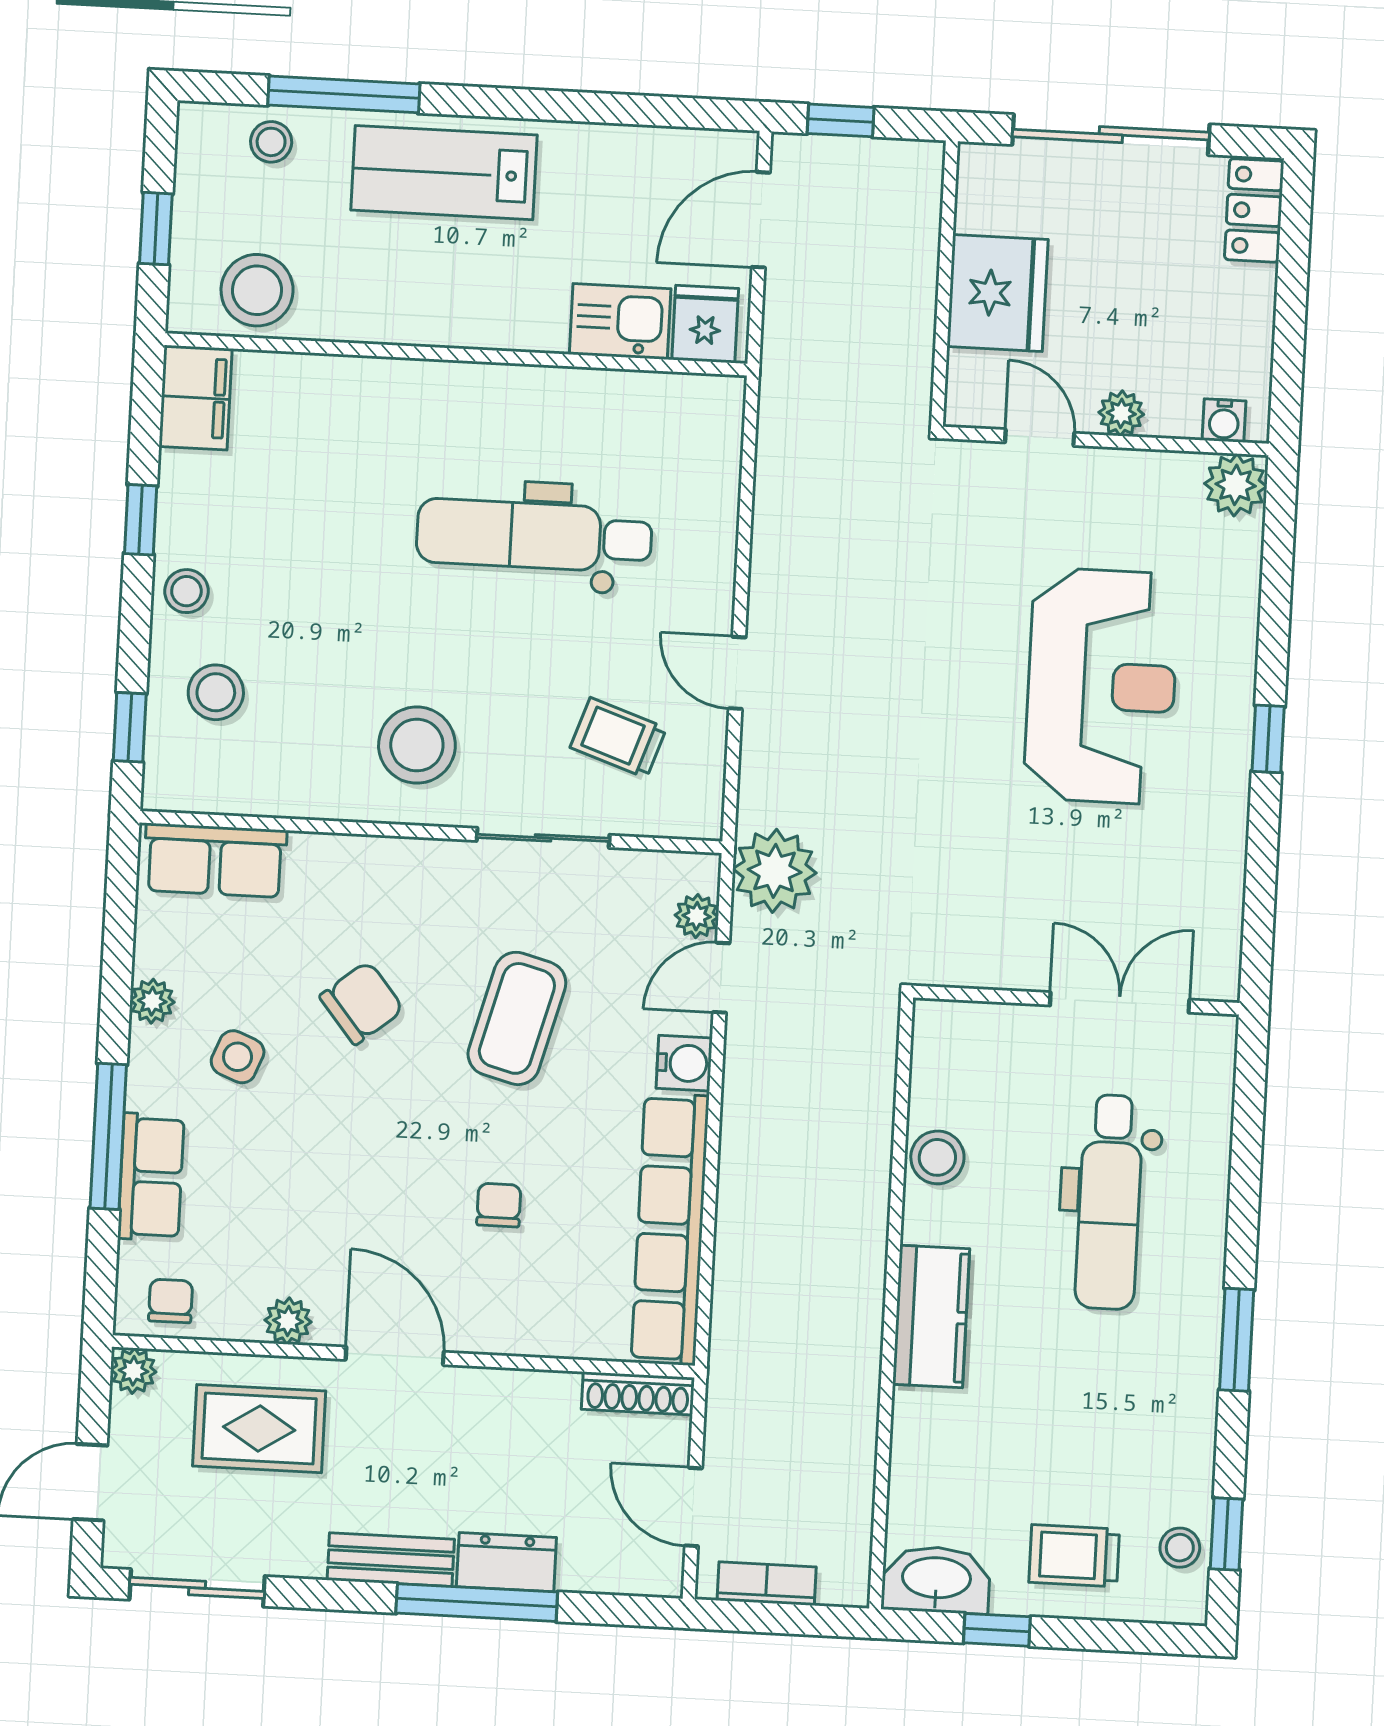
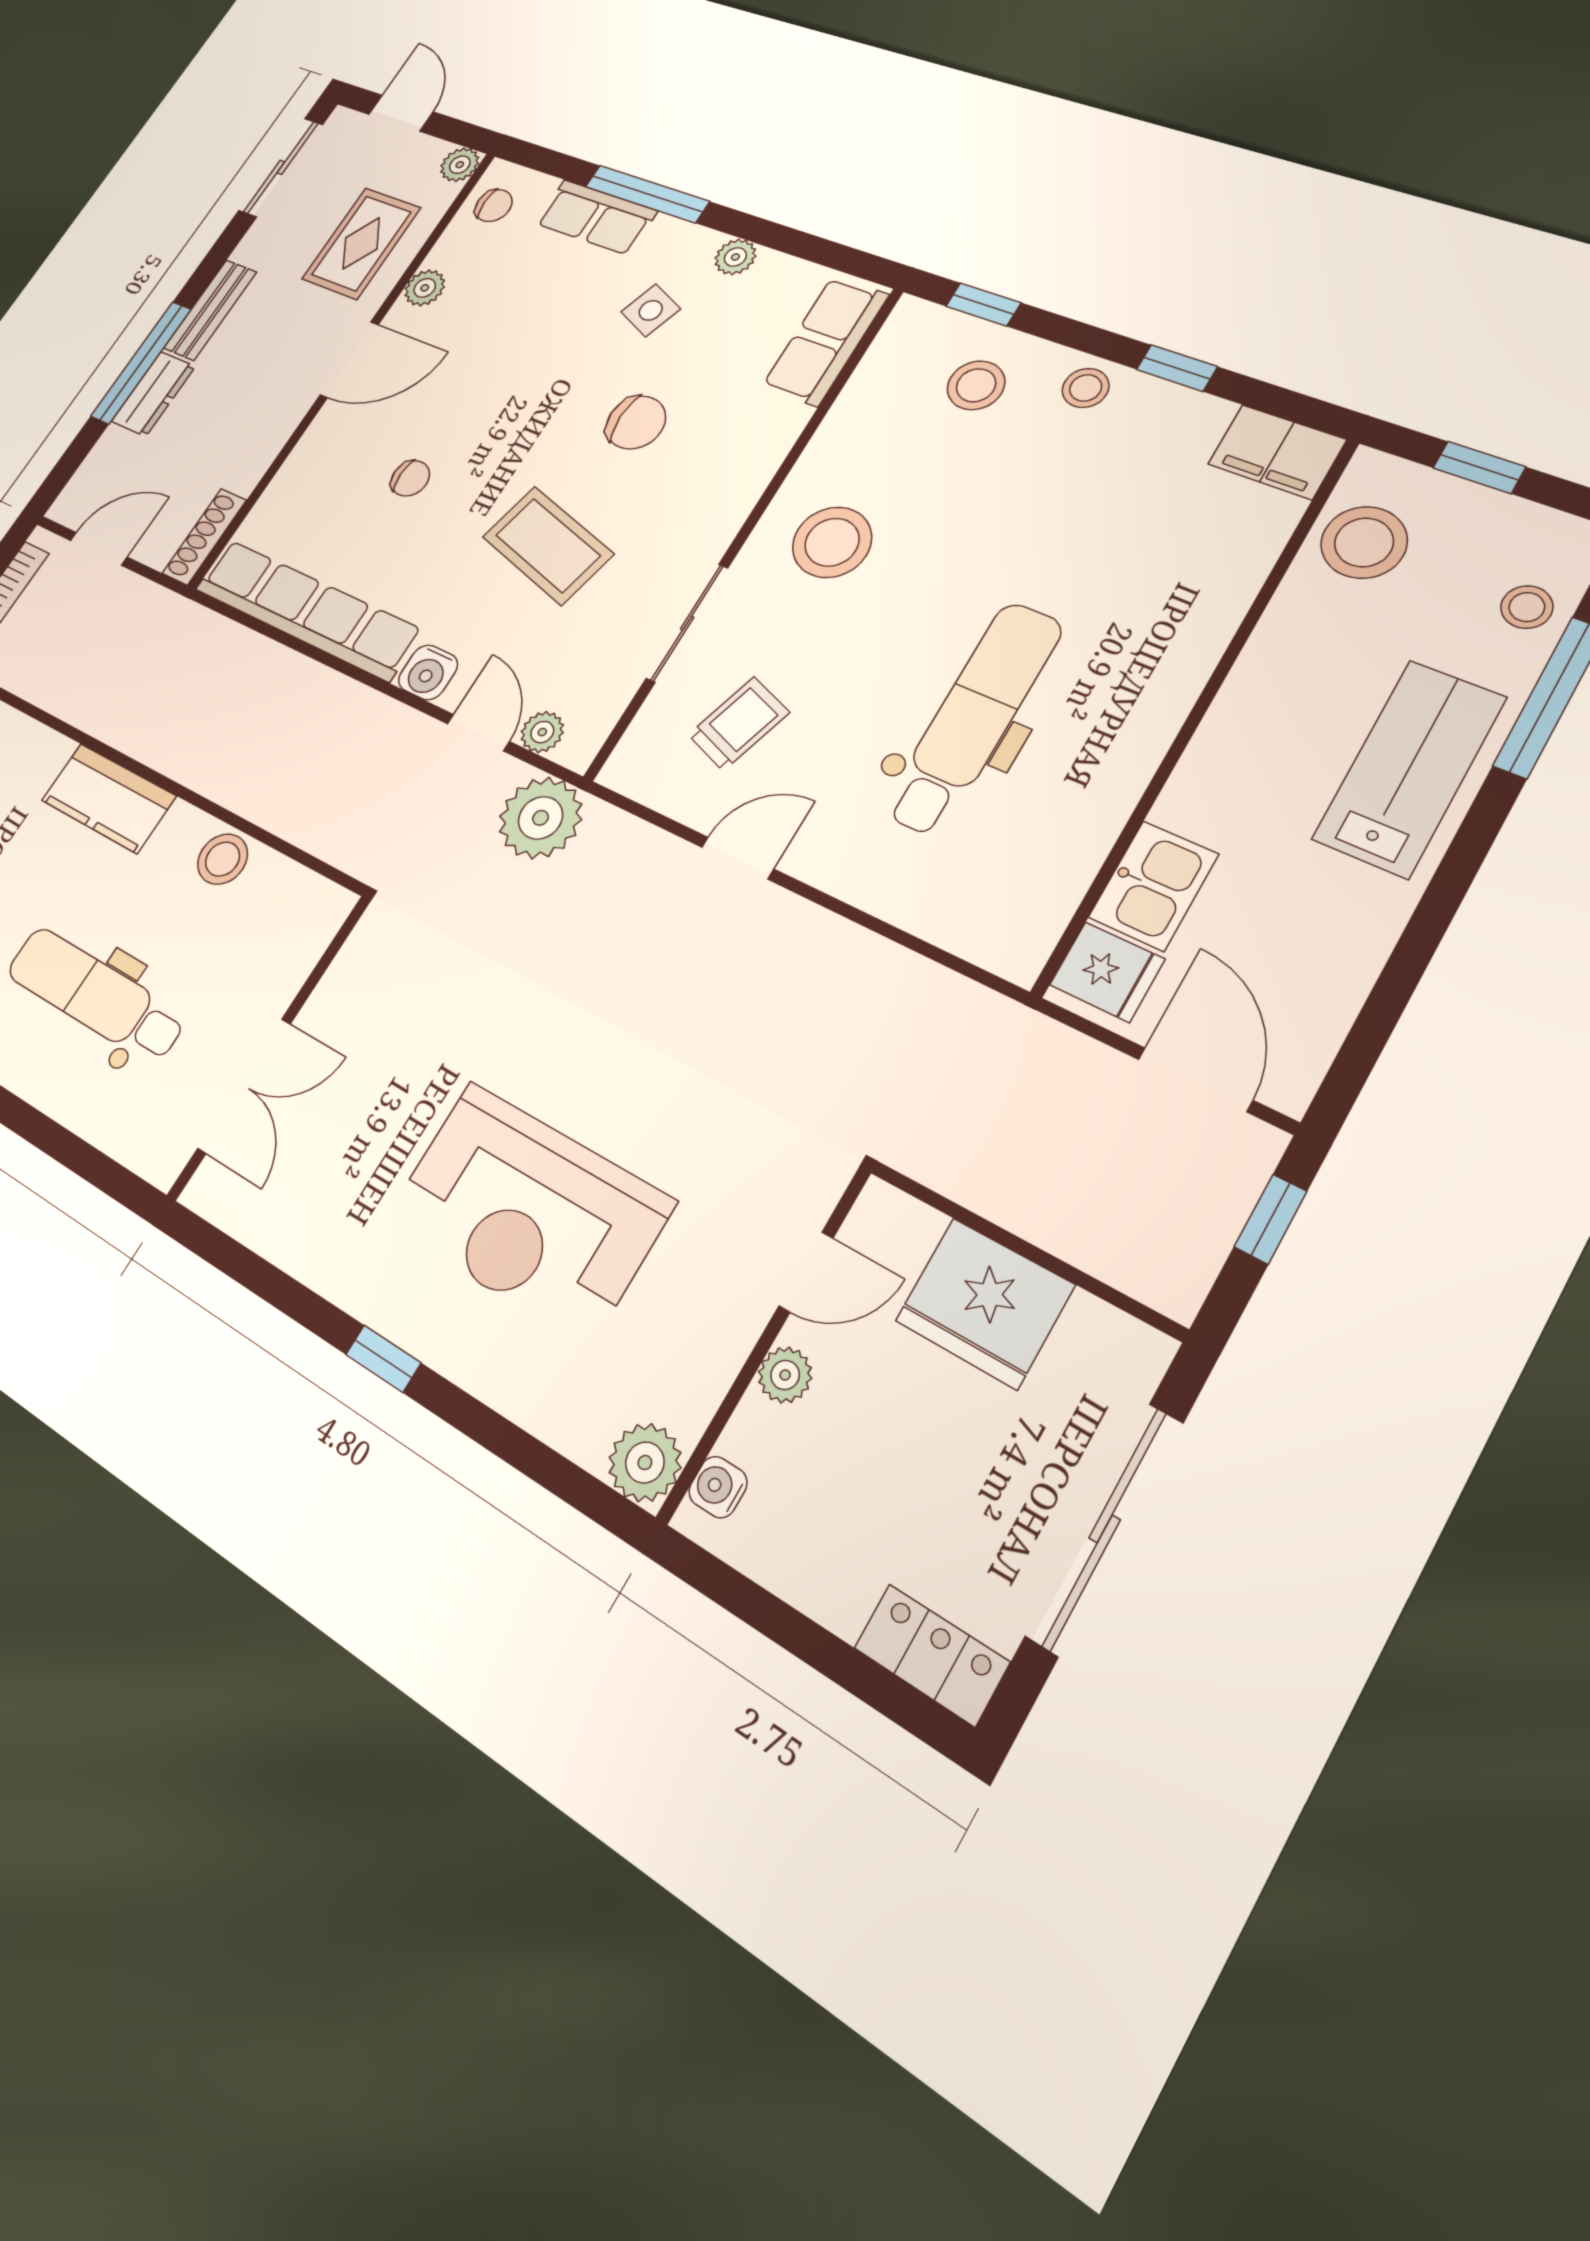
chair: (362, 1003) -> (636, 422), turned -51

